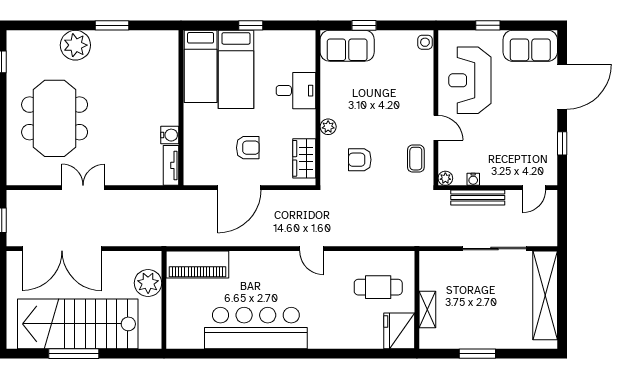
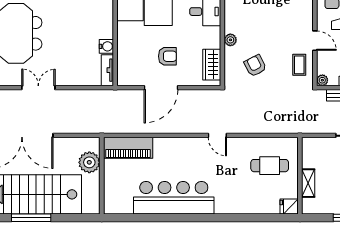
armchair: (360, 160) -> (255, 66), turned 63
fridge: (399, 331) -> (289, 206), width x0.53, depth x0.75

